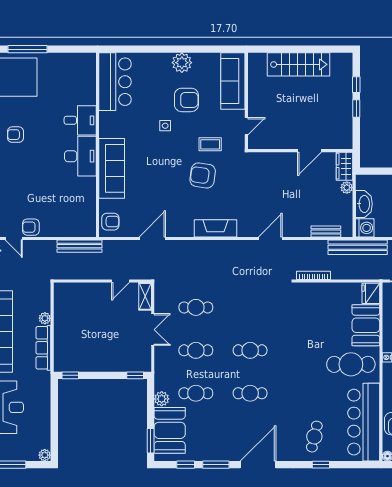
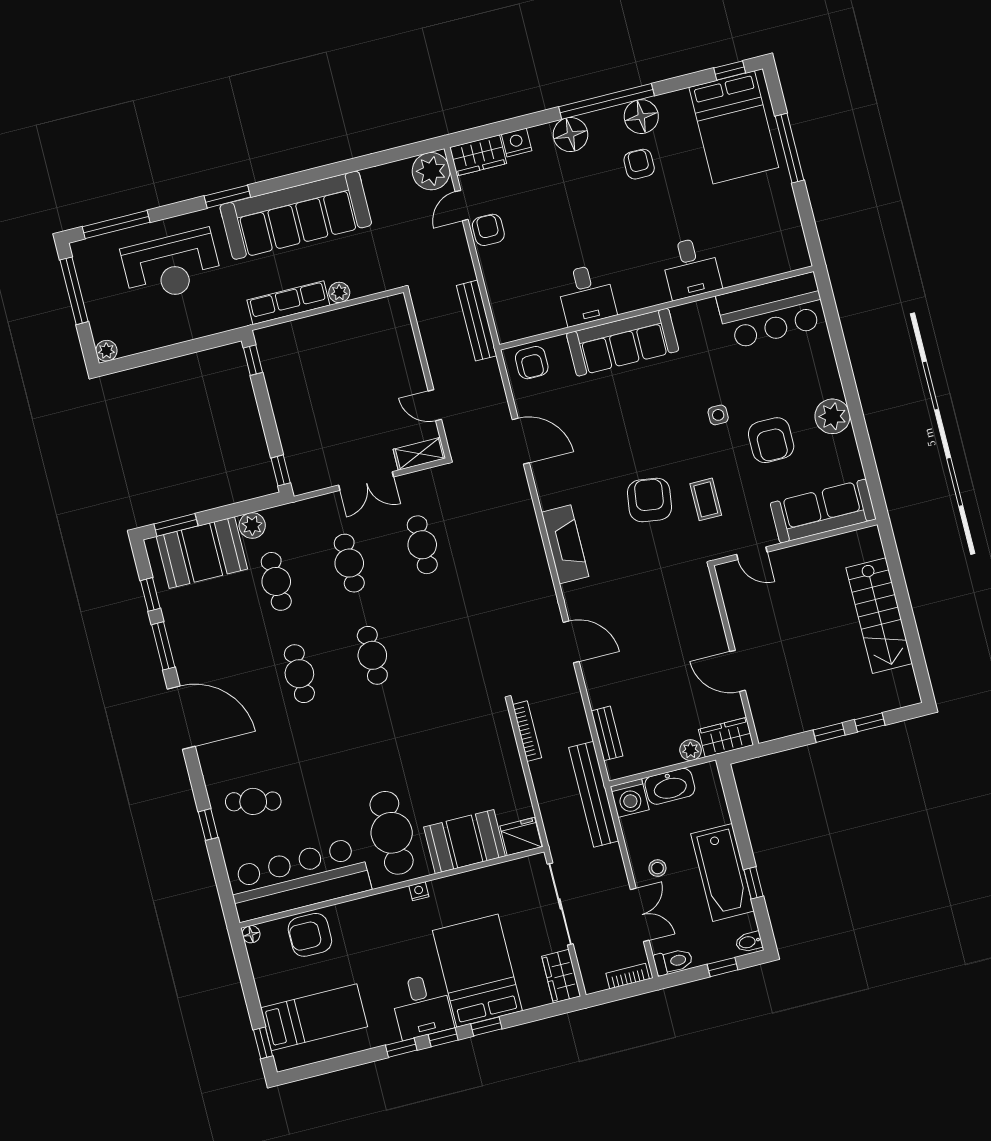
desk: (80, 156) -> (586, 295), moved, width x0.73

